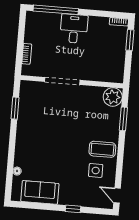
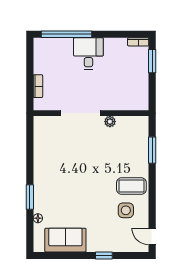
plant: (113, 97) -> (110, 122), moved, width x0.53, depth x0.53
window: (15, 108) -> (30, 197), moved

